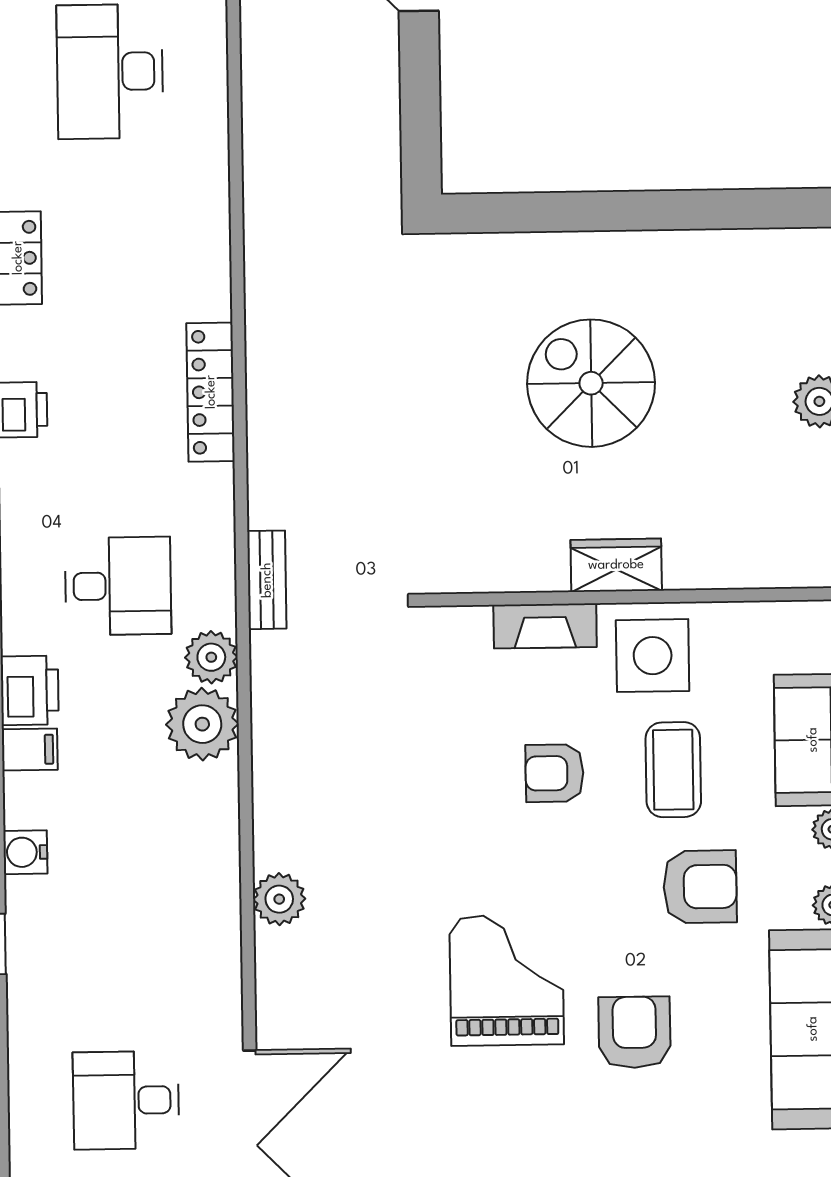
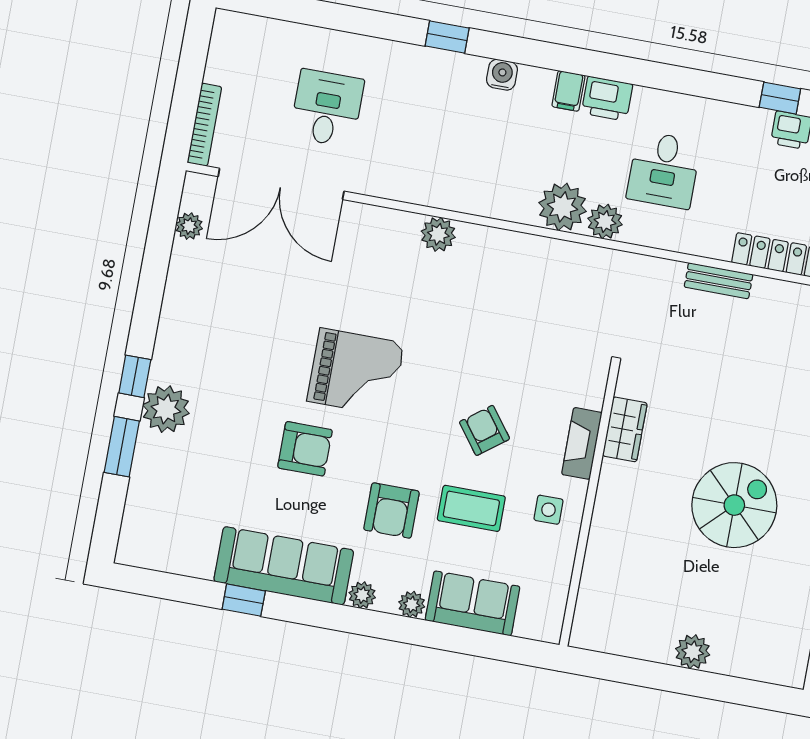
wardrobe: (616, 565) -> (625, 429), moved
bench: (267, 580) -> (719, 281), moved
side table: (653, 656) -> (548, 510), width x0.54, depth x0.54
armchair: (555, 773) -> (485, 430), turned -37

